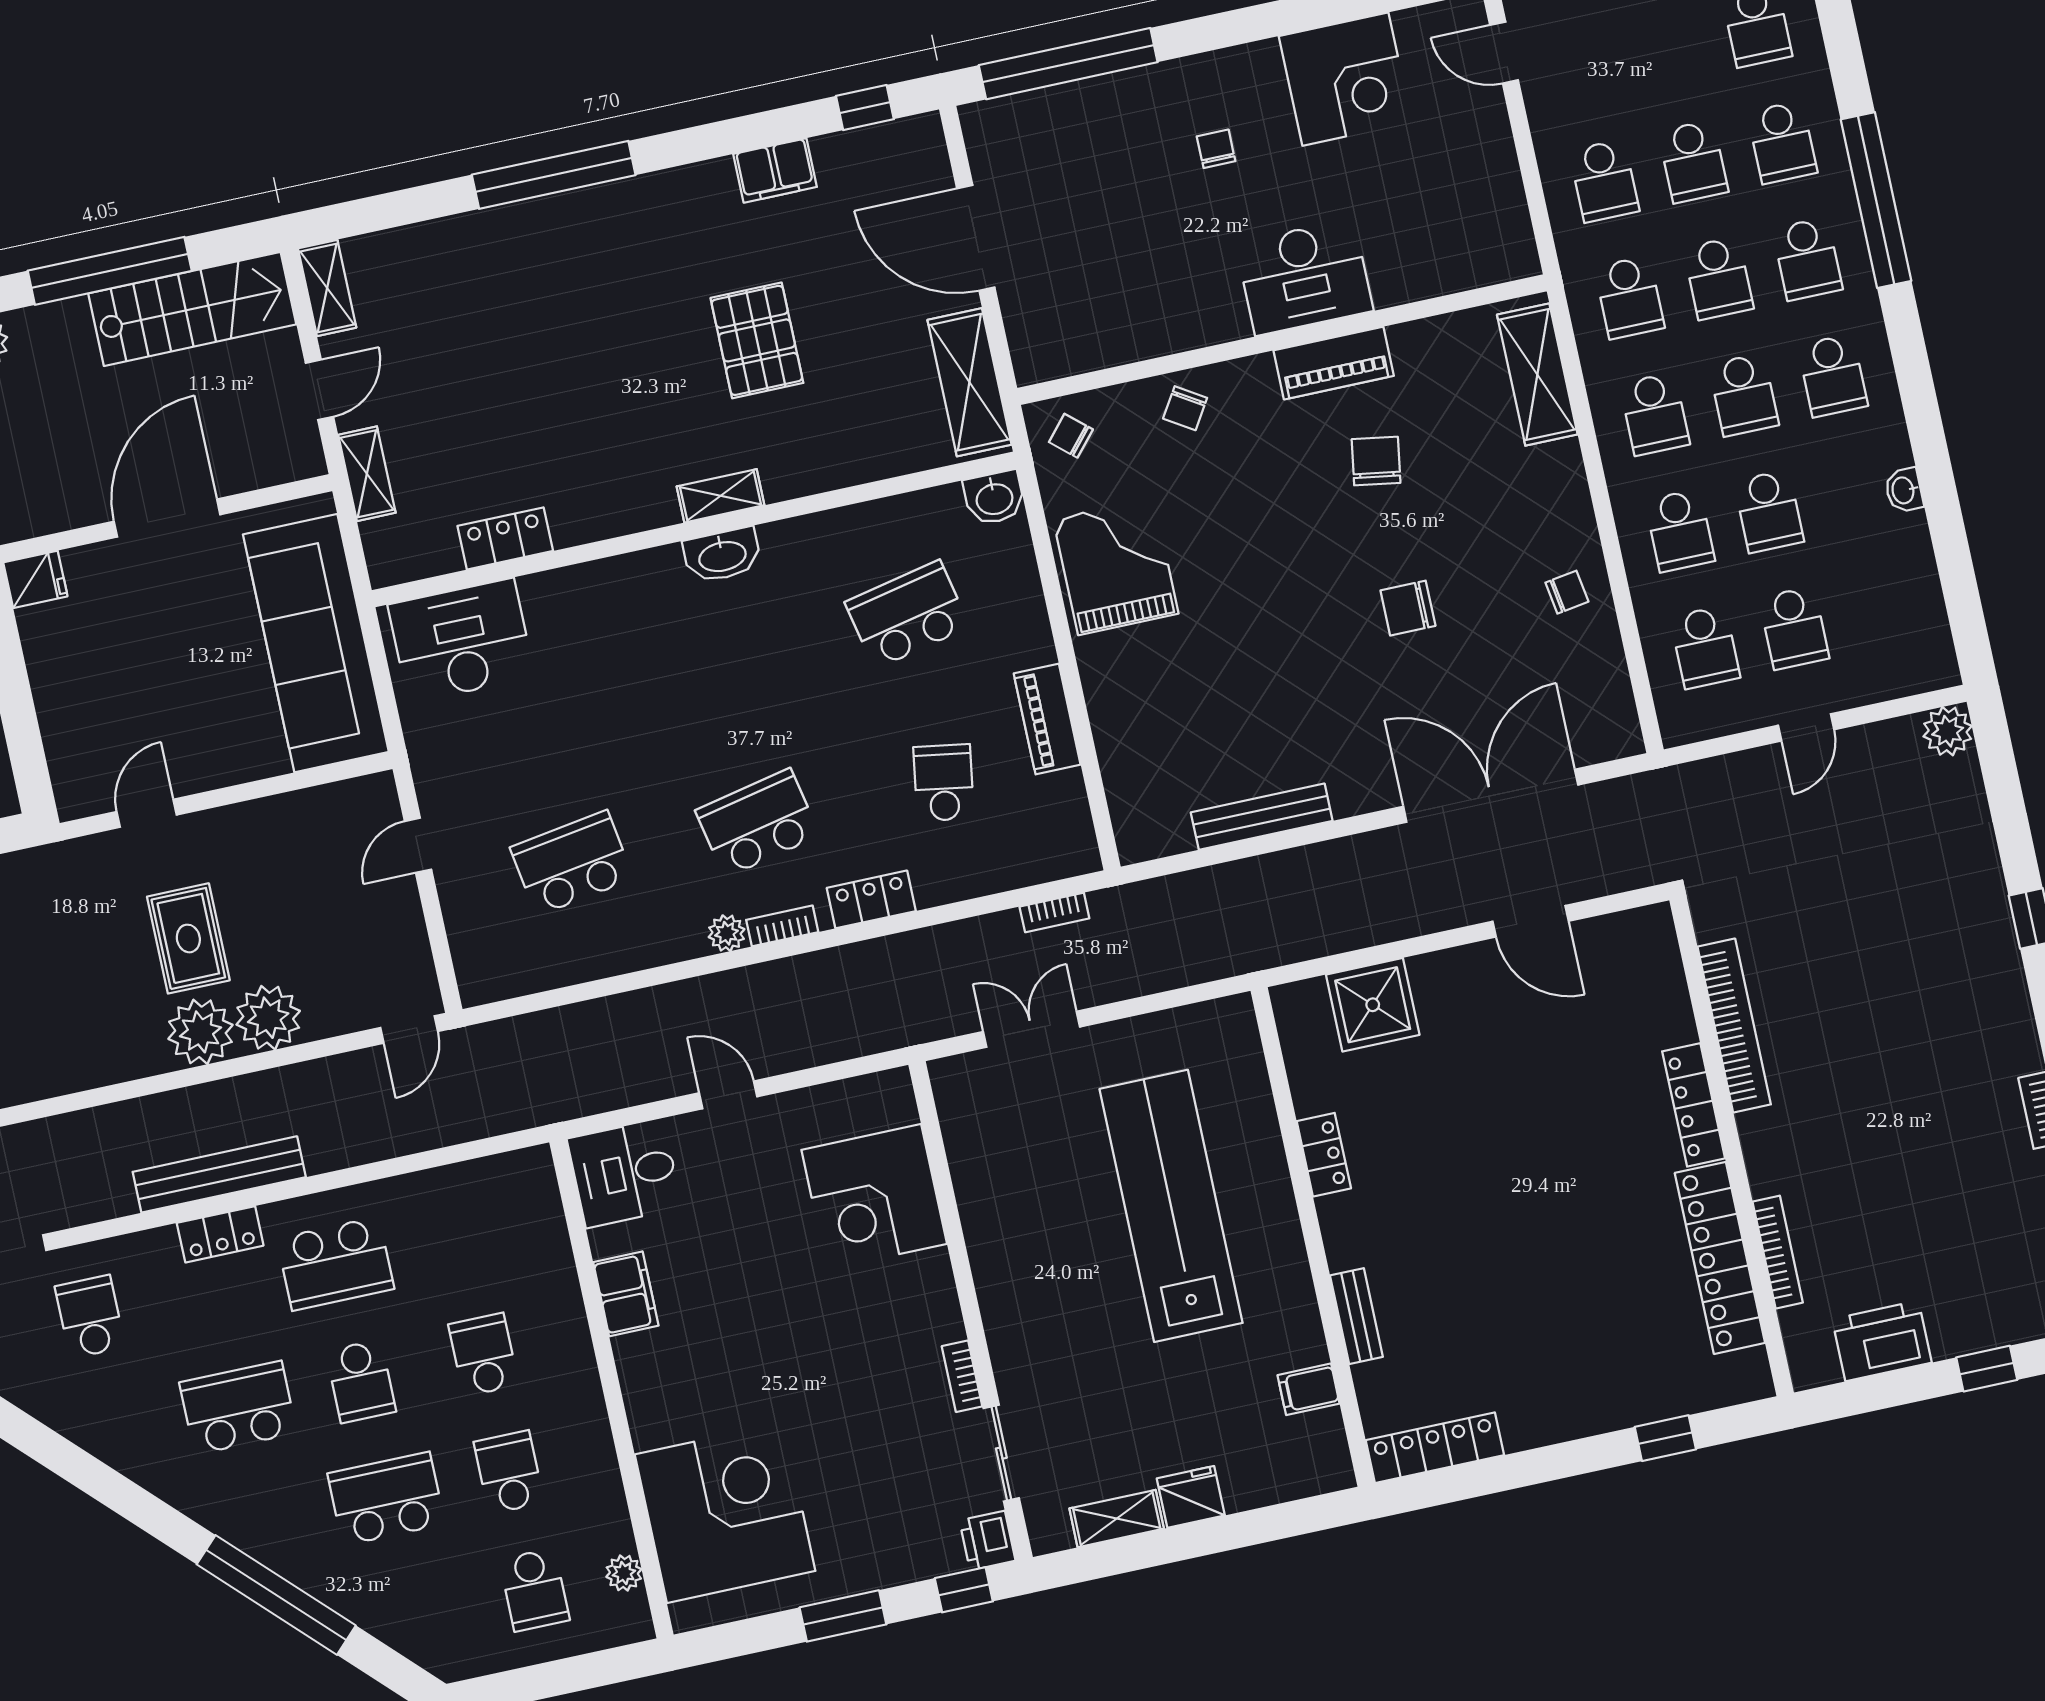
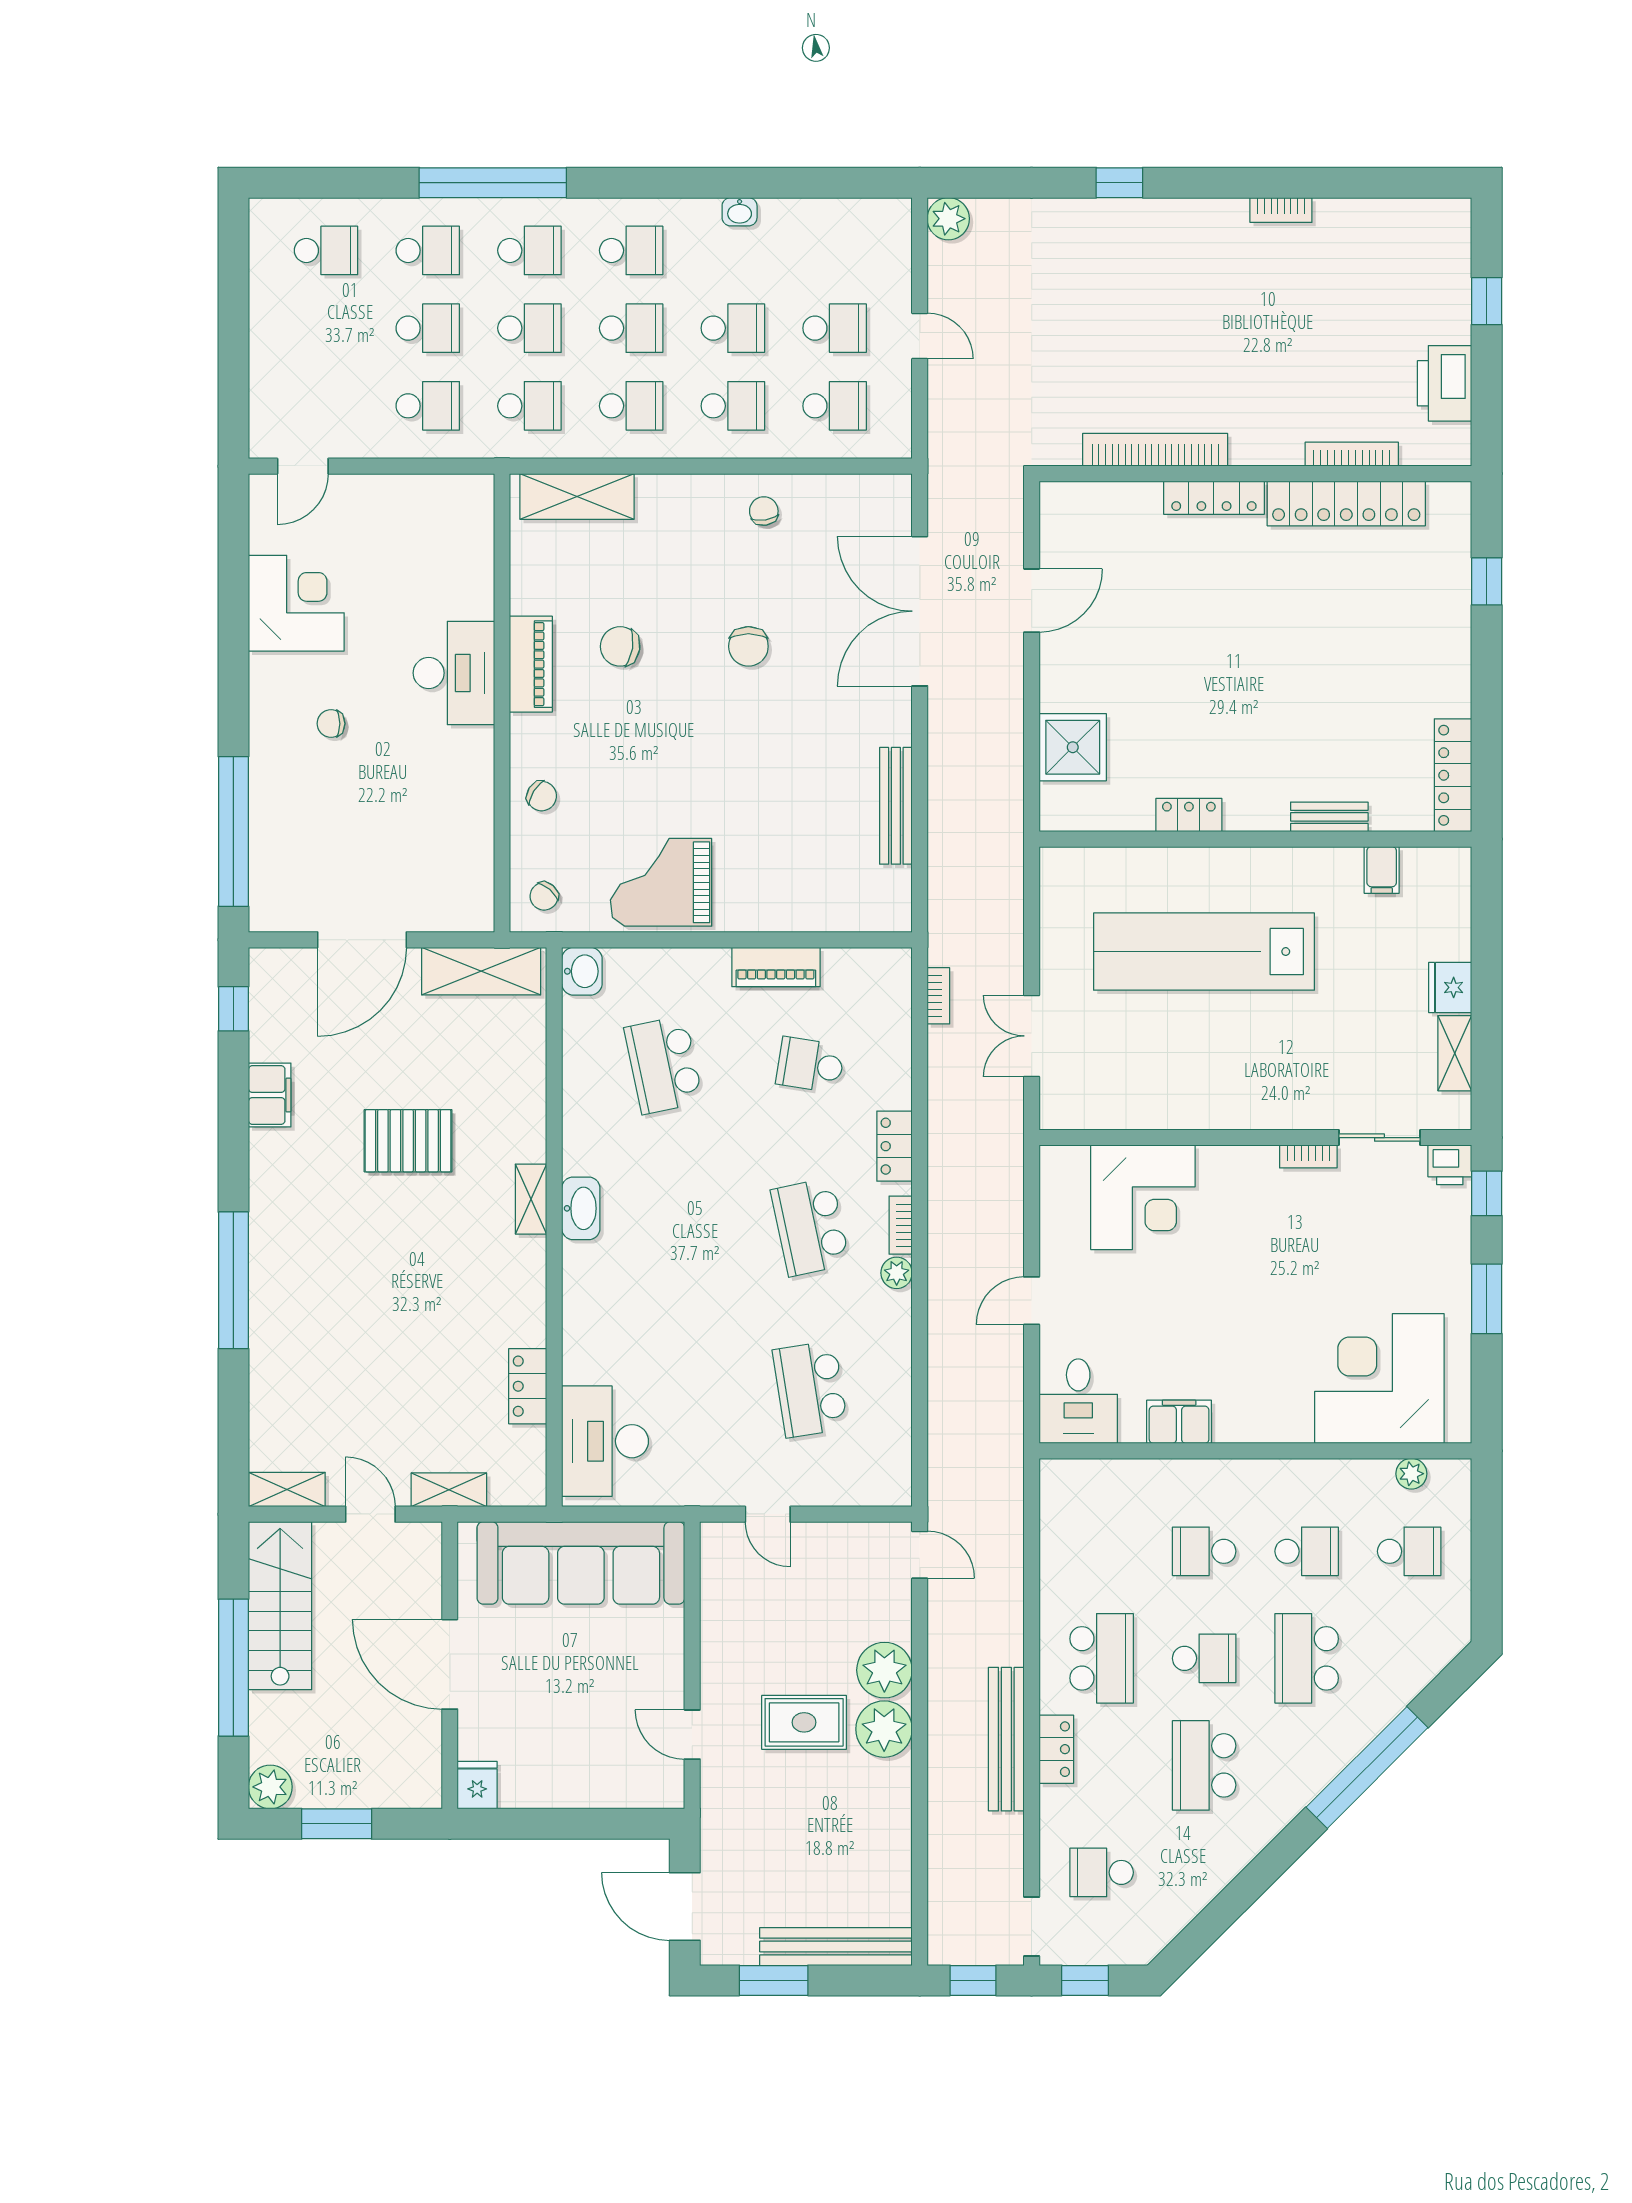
school desk: (509, 1472) -> (1307, 1551), turned 180

